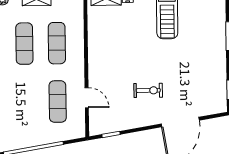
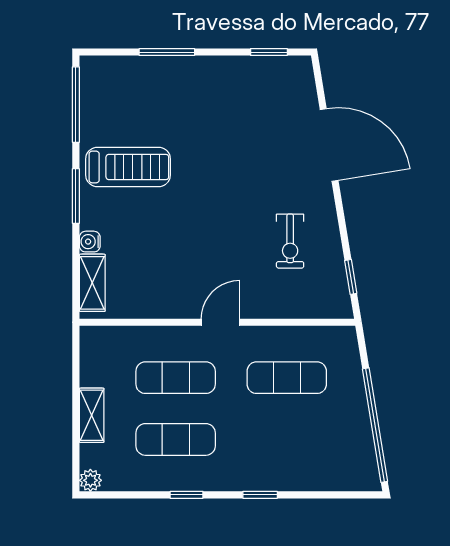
exercise bike: (148, 90) -> (290, 241), moved, turned 180
door: (87, 98) -> (220, 322), moved

